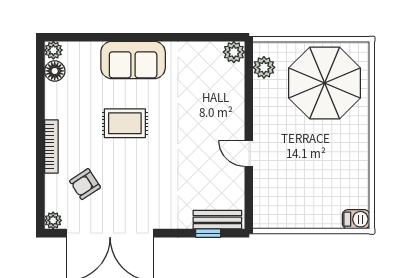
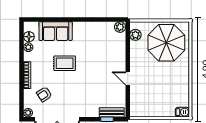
plant: (53, 50) -> (28, 47), moved
sofa: (133, 60) -> (56, 31), moved

